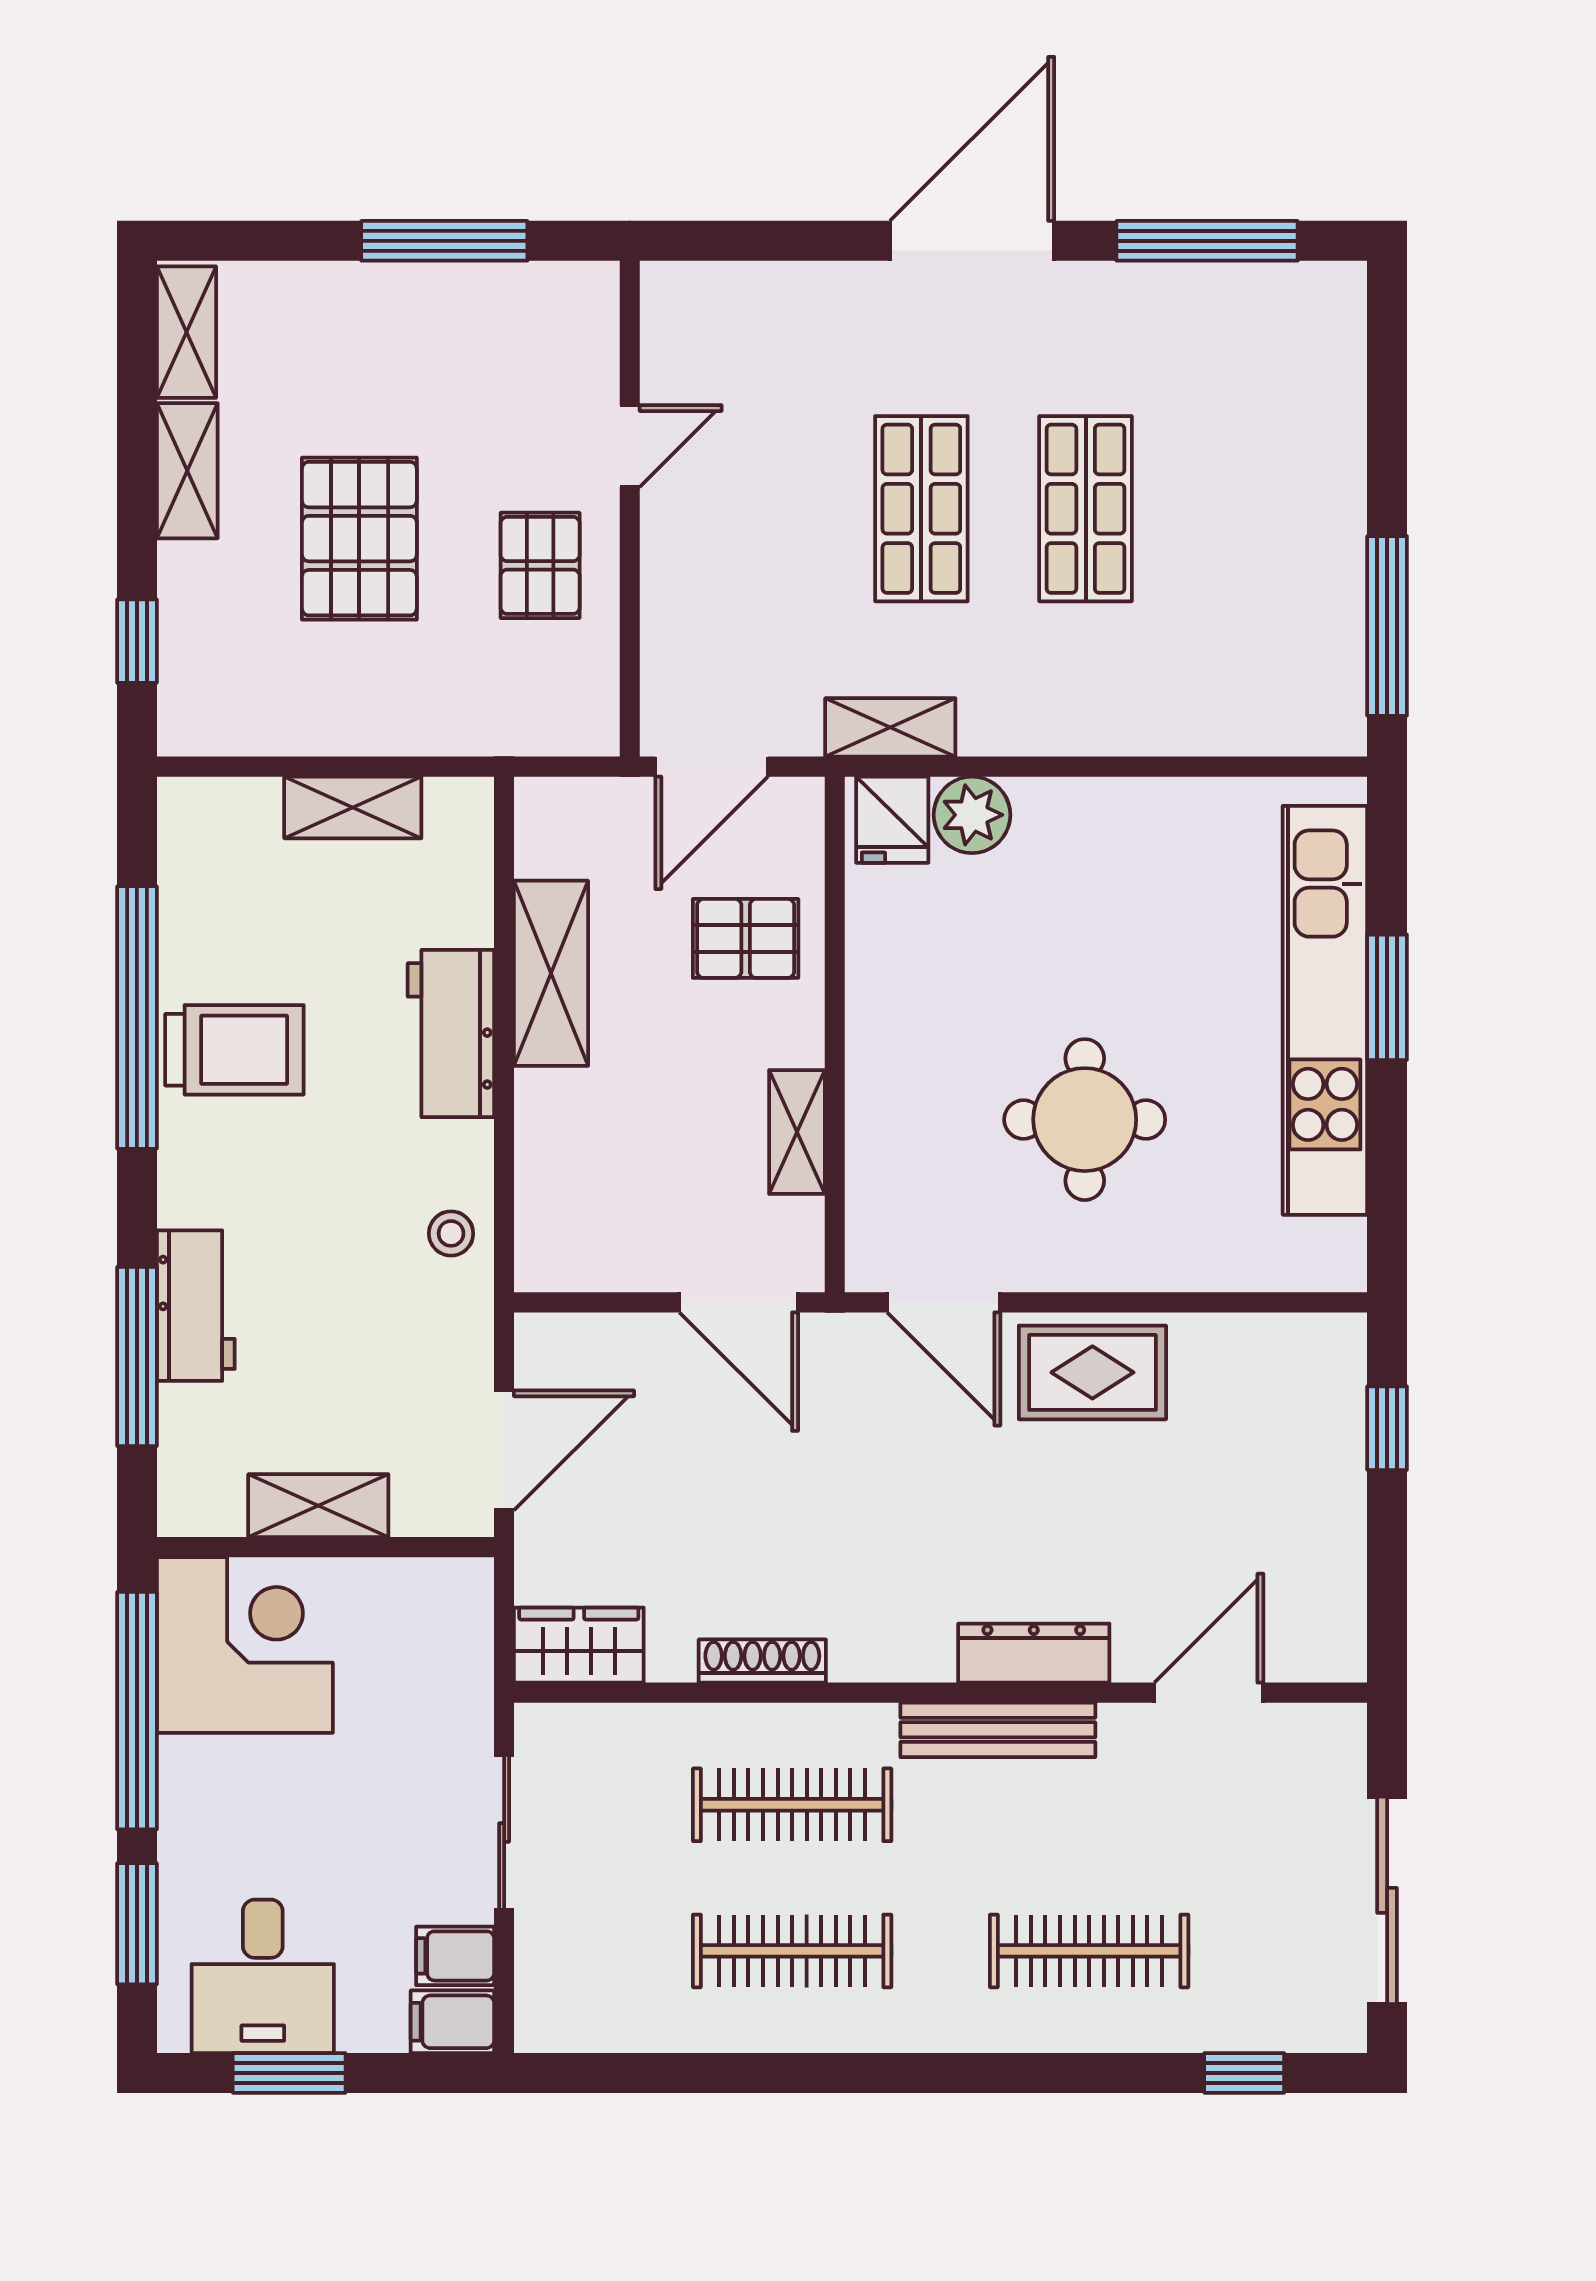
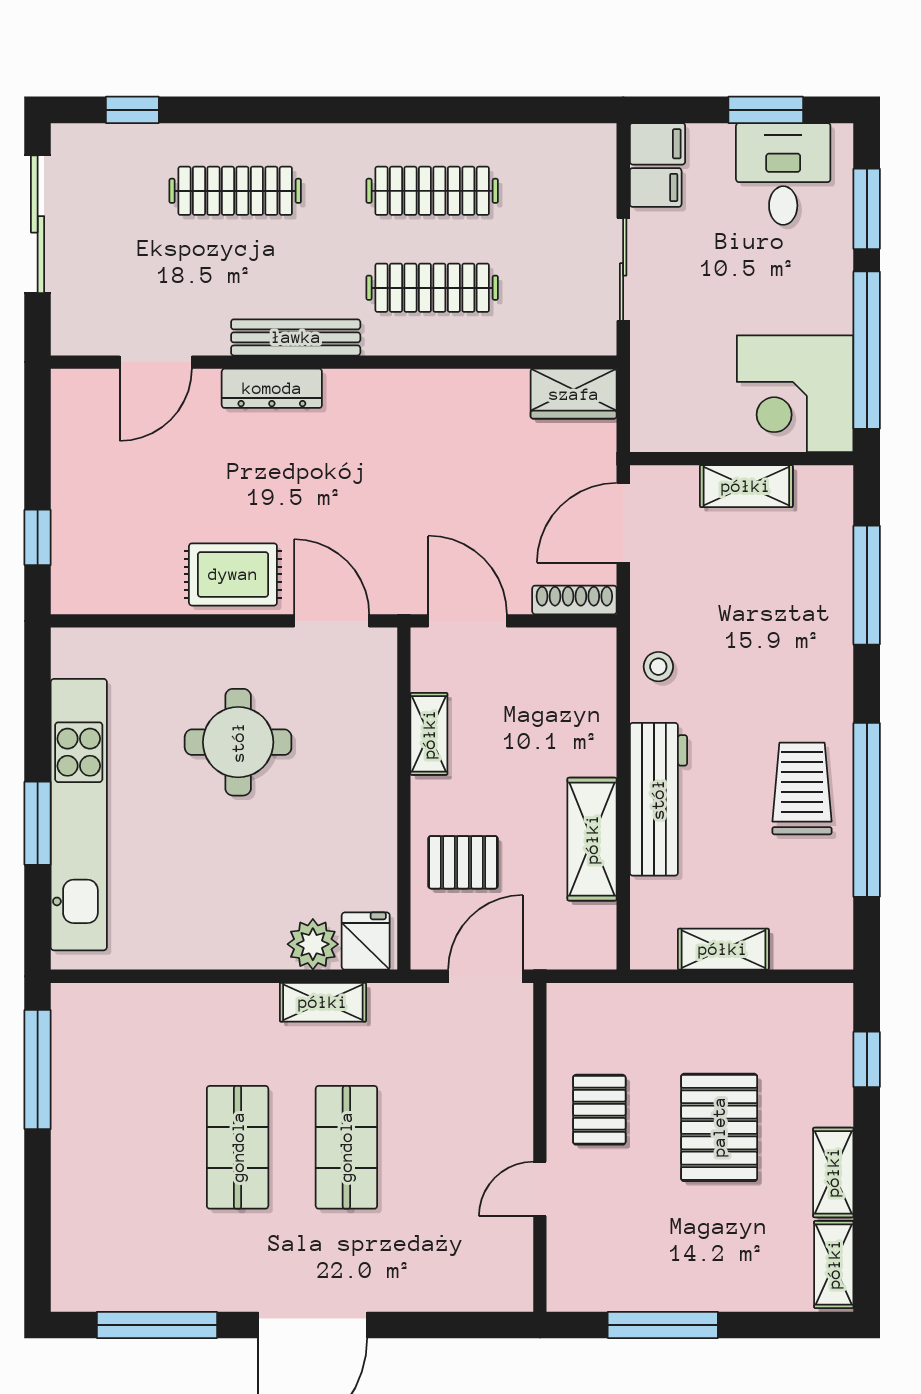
shelving: (890, 727) -> (323, 1002), moved
workbench: (451, 1033) -> (658, 799), width x1.38
trolley: (234, 1050) -> (802, 788), turned 90
workbench: (196, 1306) -> (828, 619), removed
shoe rack: (762, 1661) -> (574, 600), moved, turned 180

